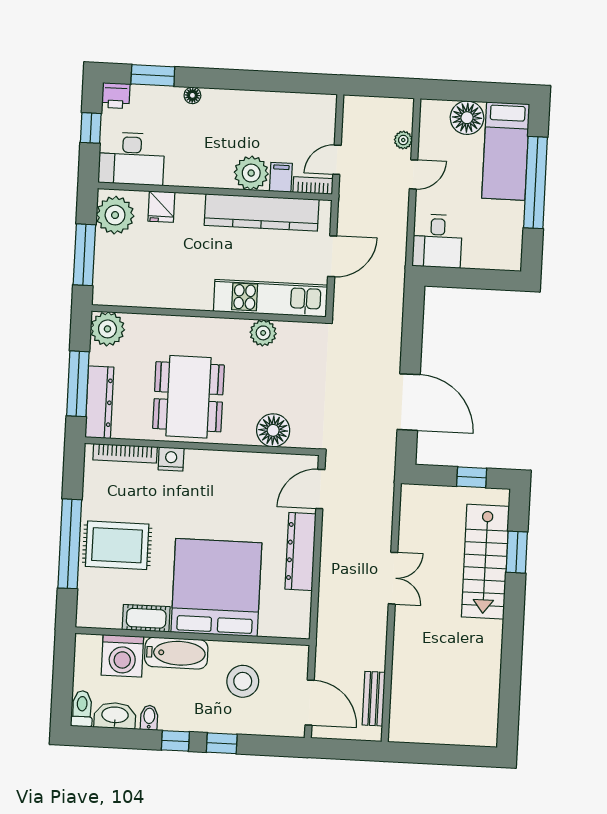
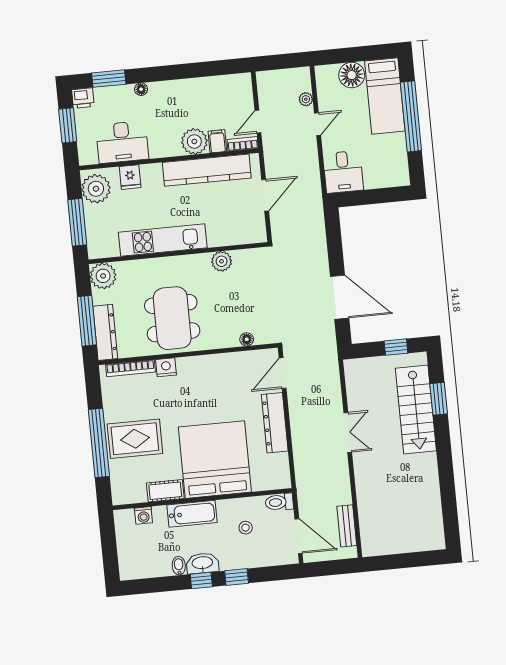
window: (91, 128) -> (68, 125), width x1.50
desk: (131, 159) -> (122, 142), moved
kitchen unit: (271, 298) -> (163, 240), moved
floor lamp: (273, 430) -> (247, 339), width x0.53, depth x0.53
washing machine: (122, 656) -> (143, 515), width x0.53, depth x0.53
stool: (243, 681) -> (246, 528), width x0.53, depth x0.53
toilet: (82, 709) -> (279, 502), moved, turned -90
washbasin: (115, 716) -> (202, 563), moved

